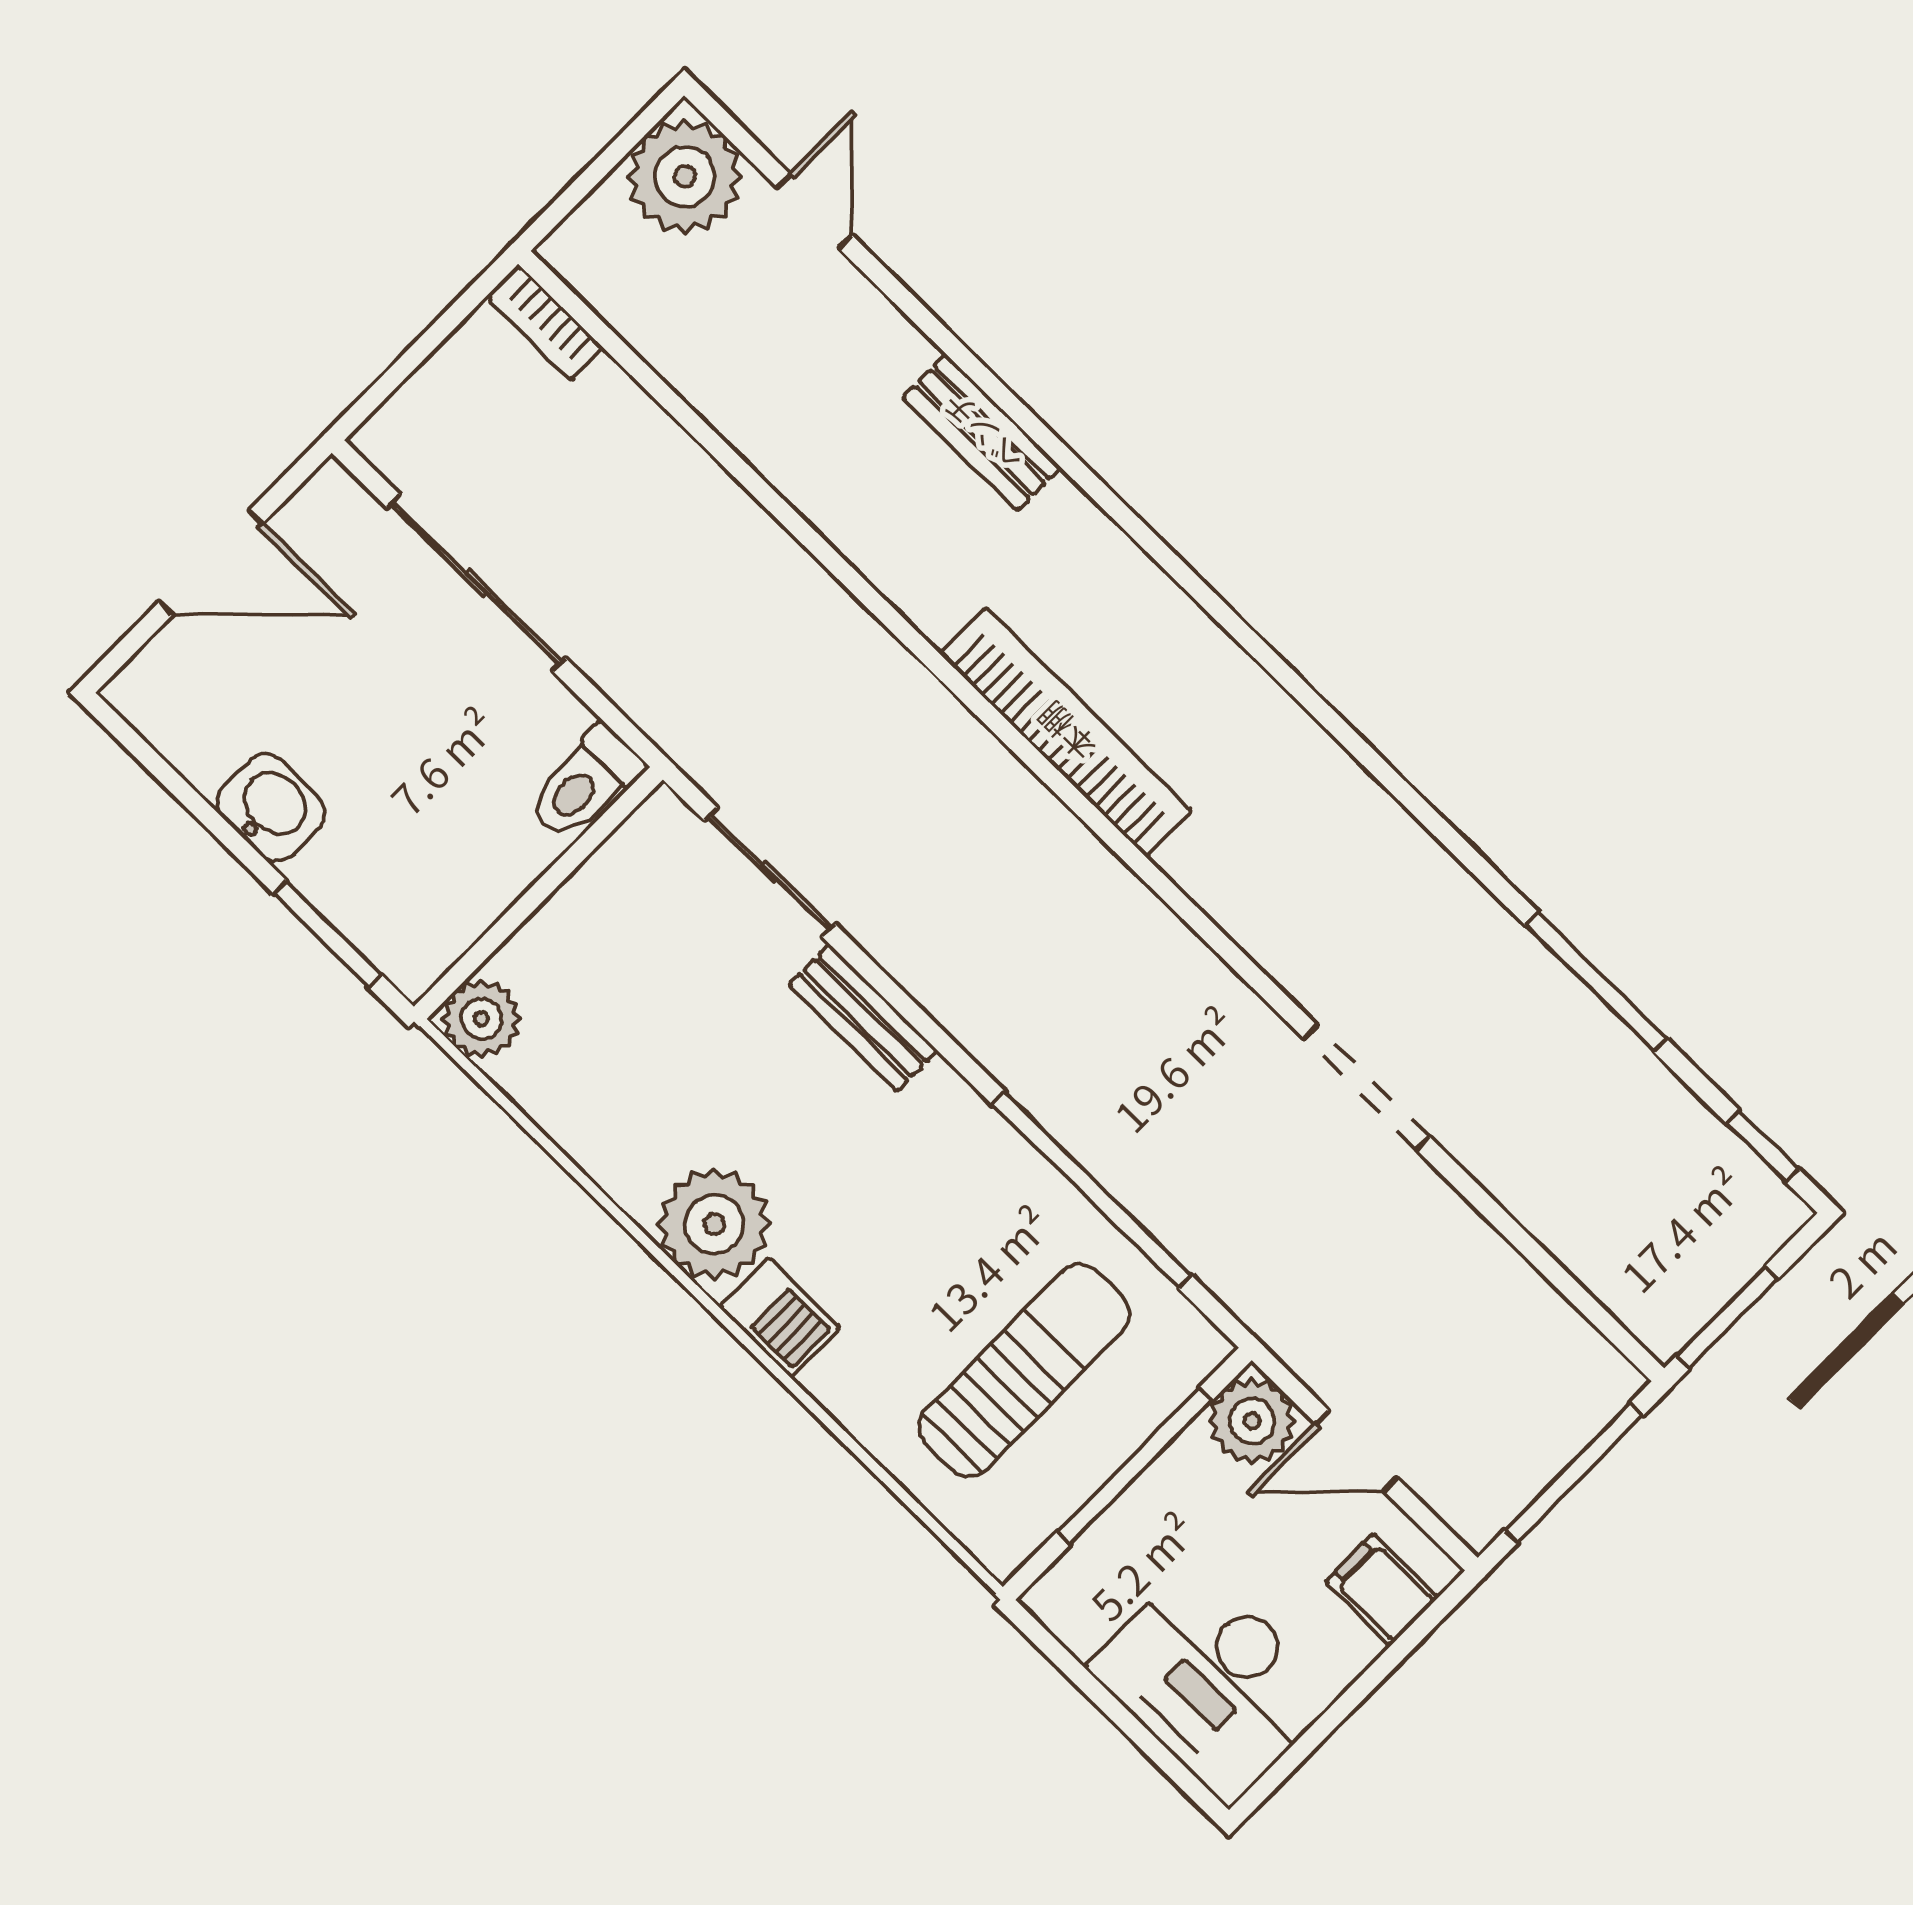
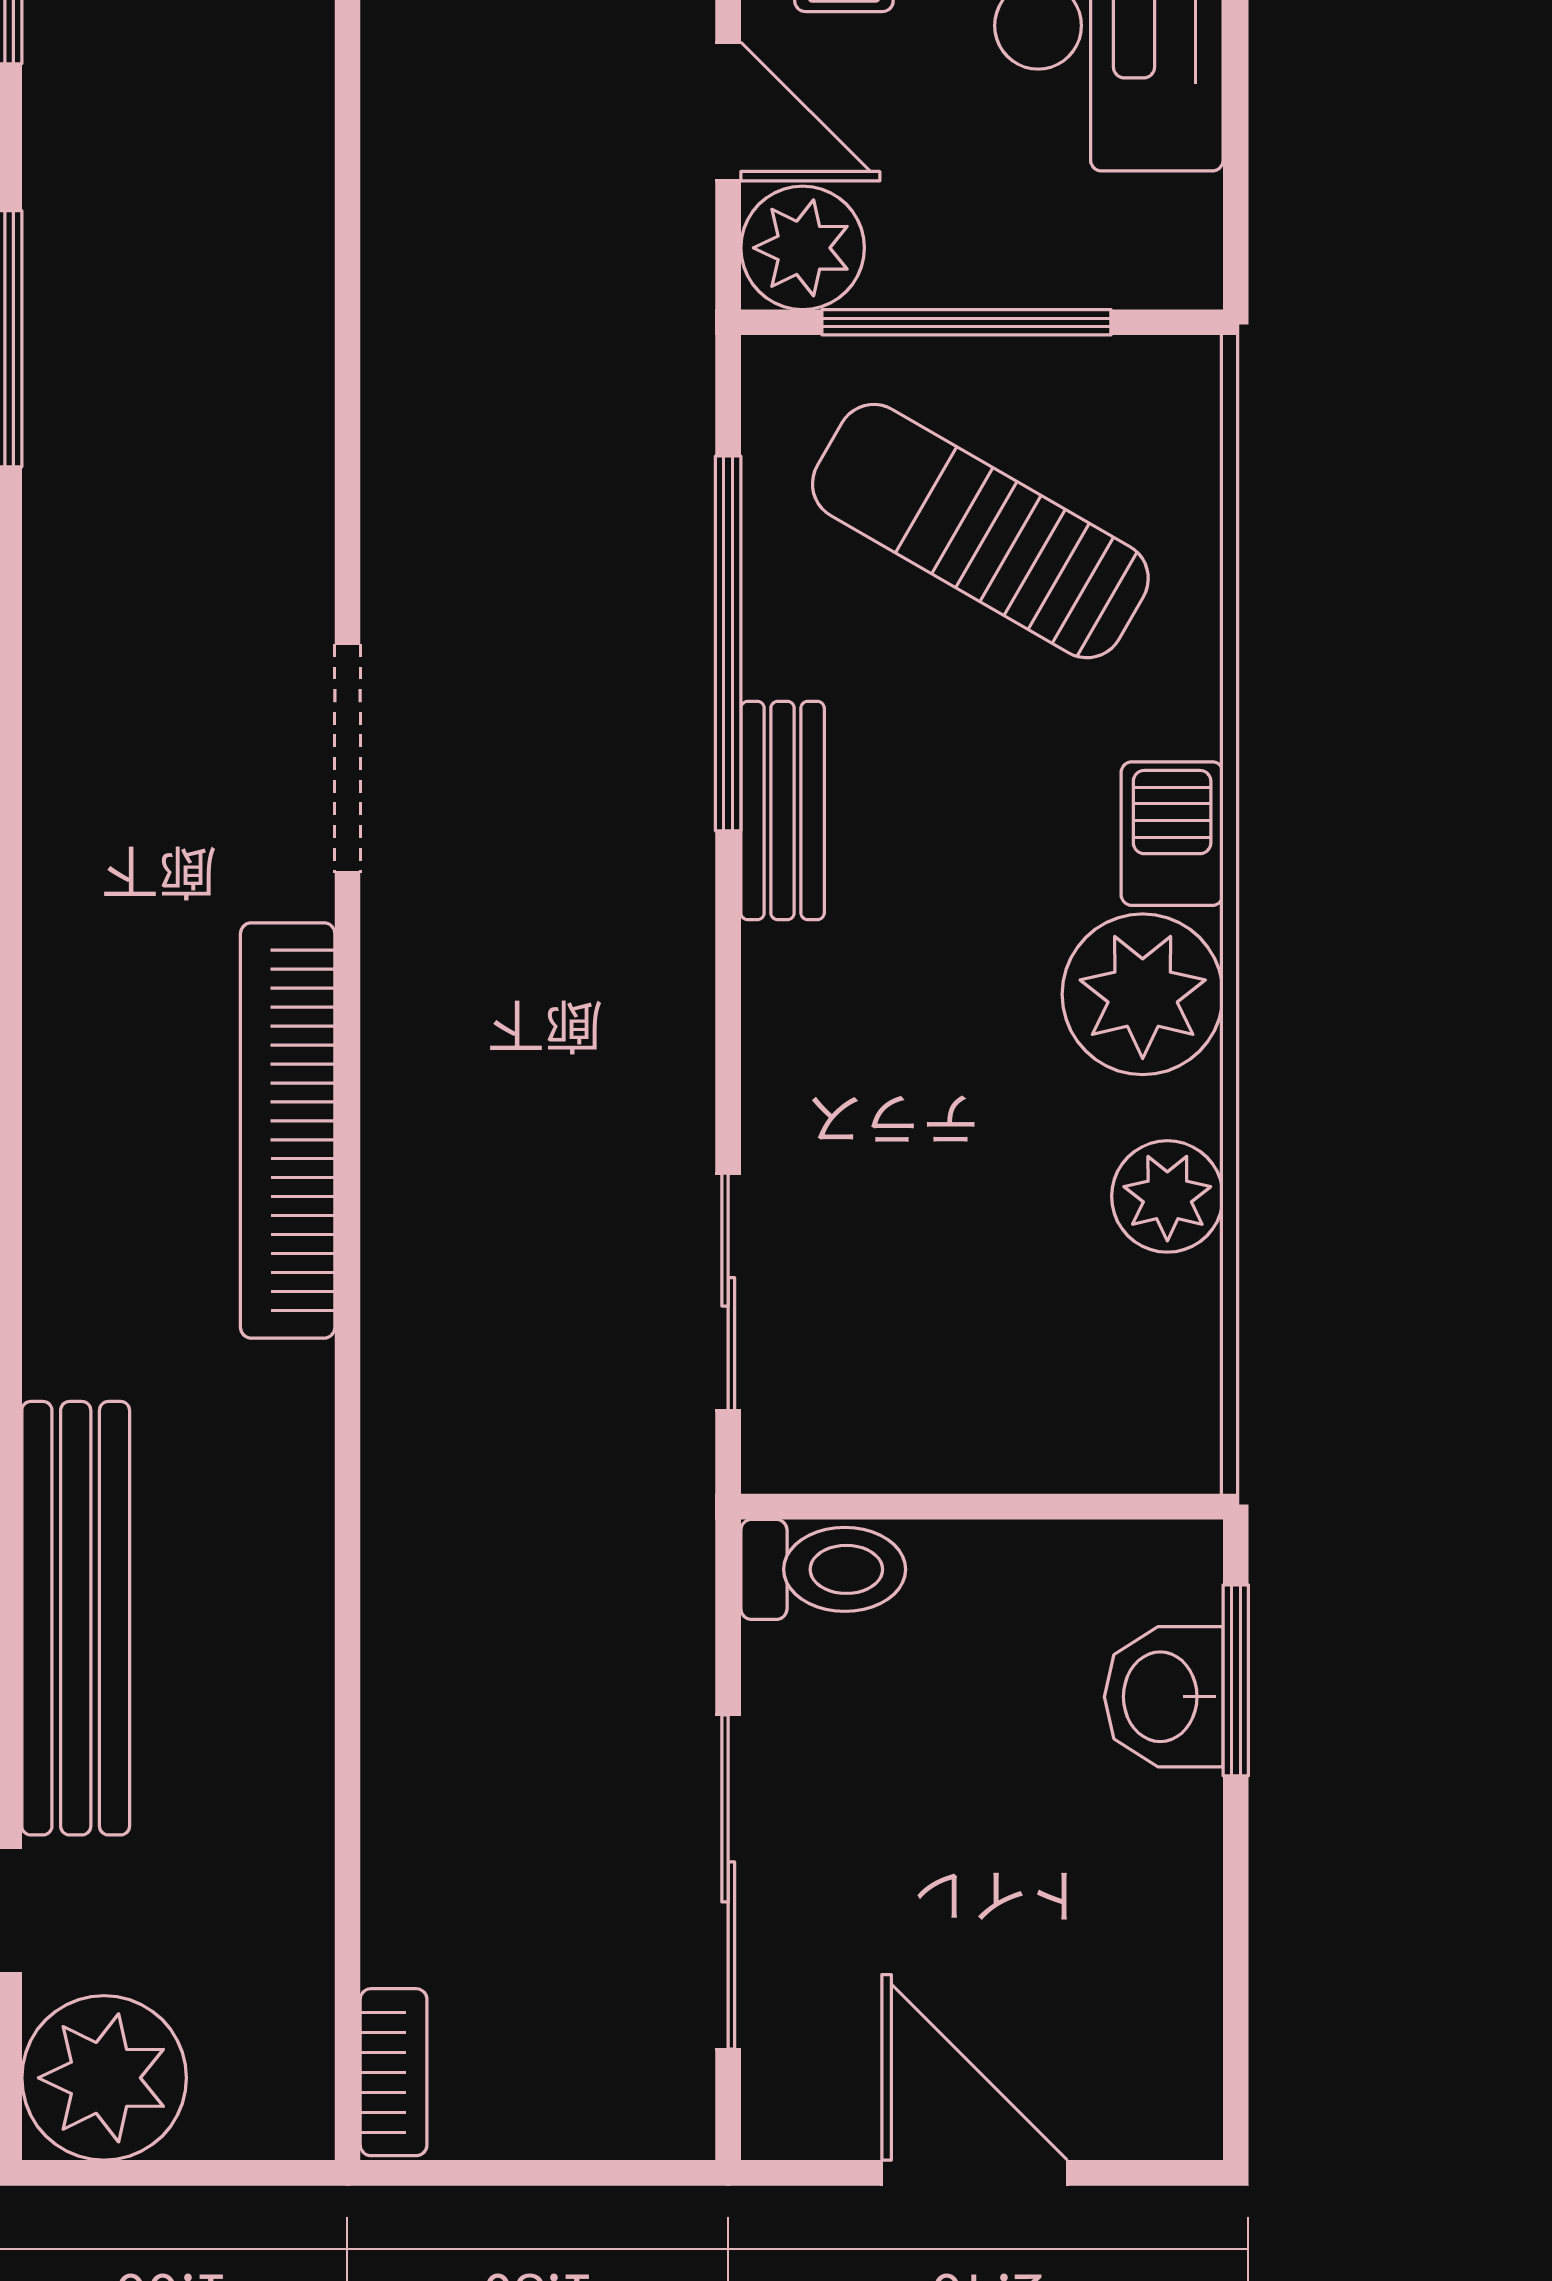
bench: (982, 432) -> (76, 1618), width x1.86, depth x1.21
washbasin: (271, 808) -> (1164, 1697), moved
bench: (863, 1018) -> (783, 810), moved
plant: (481, 1019) -> (1167, 1196), moved
doorway: (1367, 1088) -> (347, 758), moved
sun lounger: (1024, 1371) -> (980, 531), turned 30

